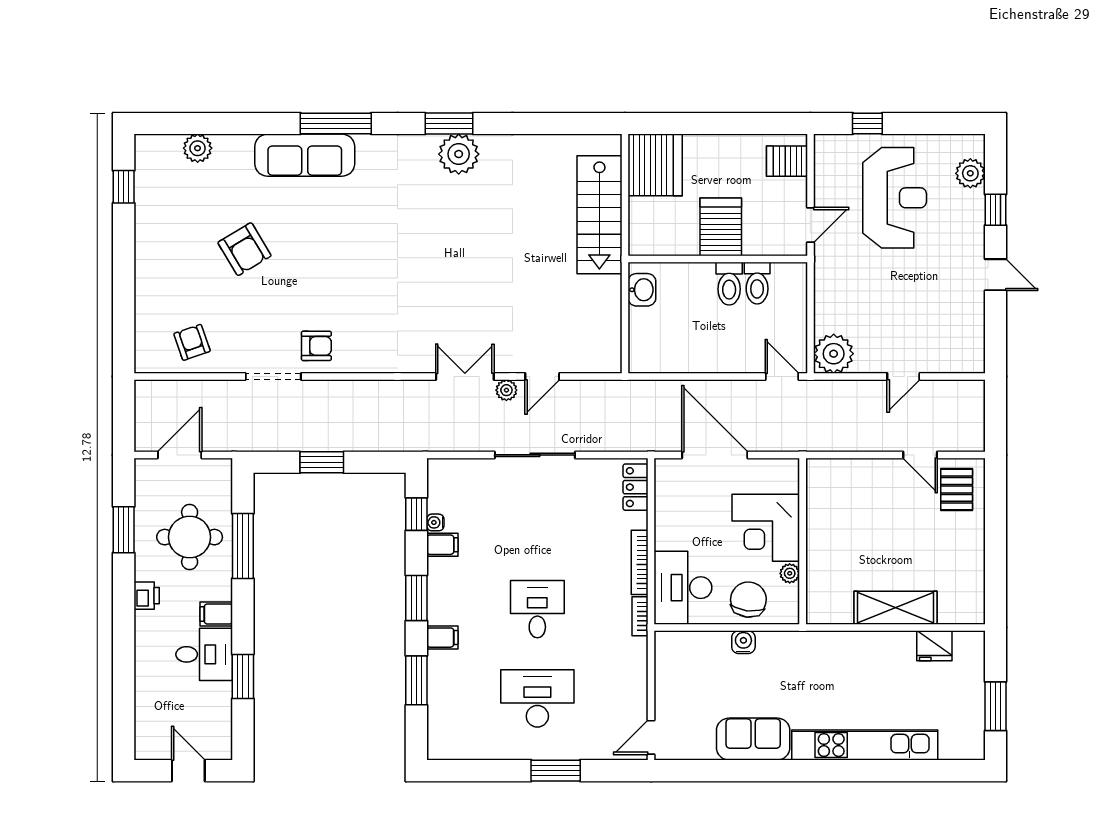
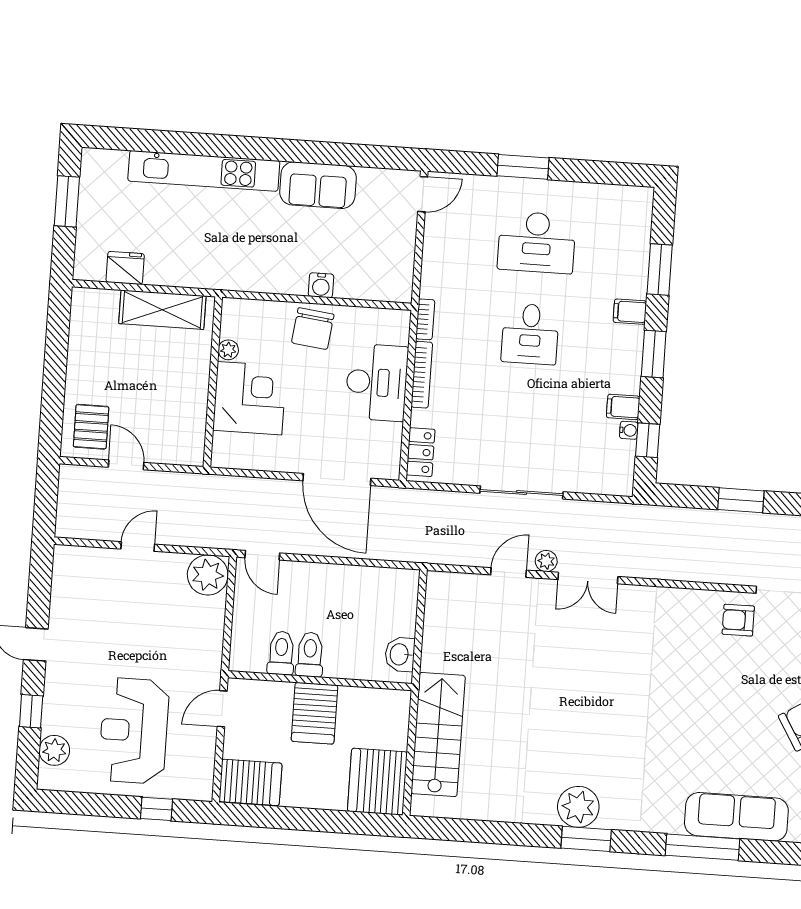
server rack: (787, 161) -> (250, 782), width x1.36, depth x1.44
corner desk: (766, 528) -> (250, 398), moved
wall: (803, 541) -> (213, 382), moved
plant: (790, 573) -> (228, 350), moved
desk: (683, 588) -> (377, 382), moved

